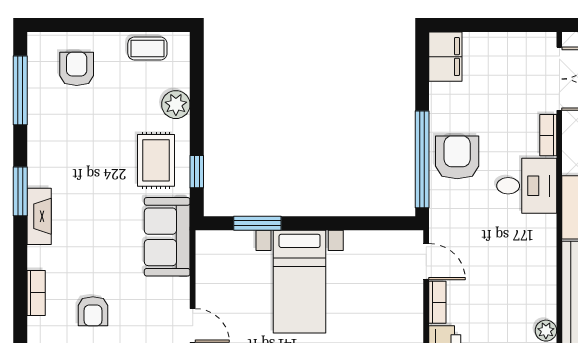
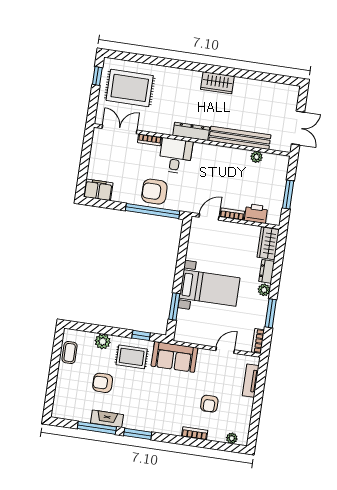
armchair: (77, 69) -> (103, 383), moved
window: (20, 90) -> (97, 428), moved
fireplace: (39, 216) -> (107, 419), moved
armchair: (93, 311) -> (209, 404), turned 90

